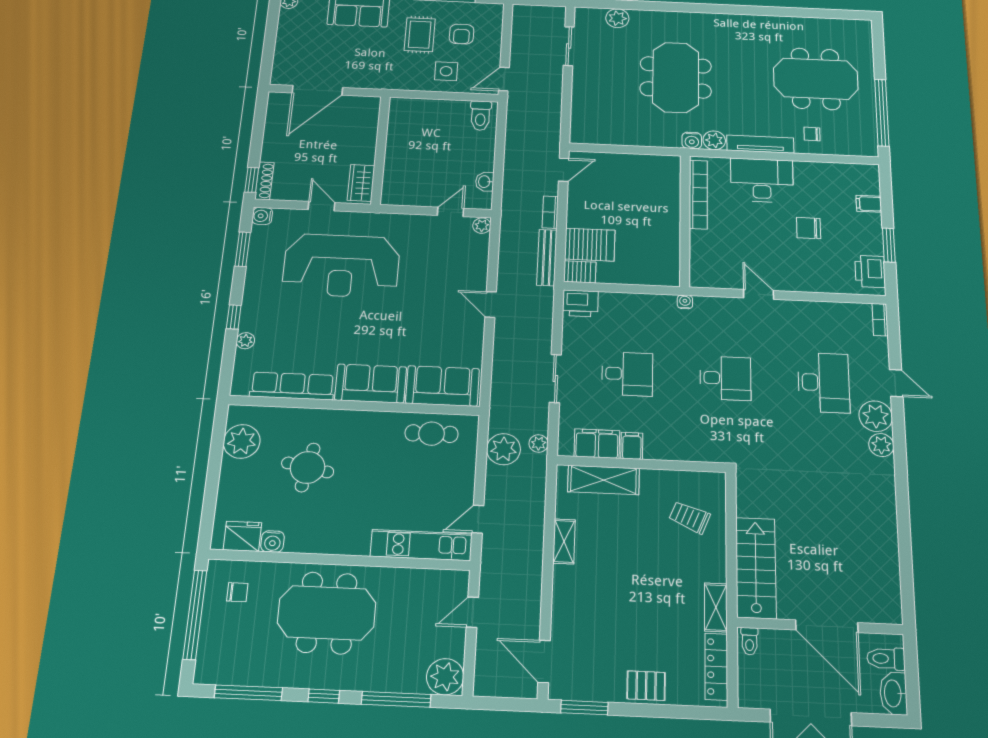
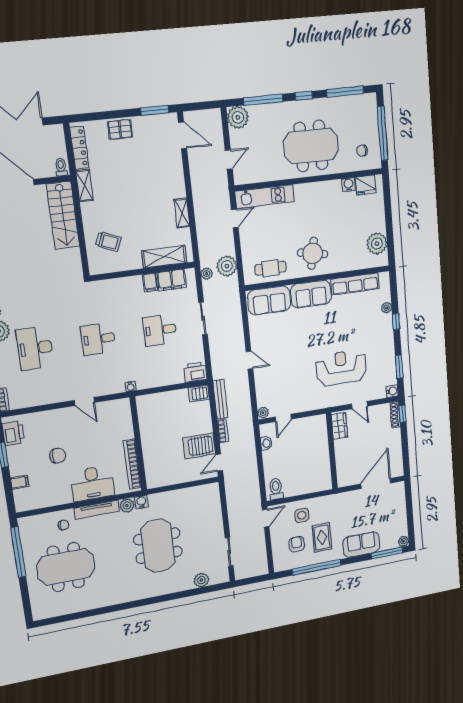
server rack: (590, 245) -> (199, 446), moved
reception desk: (341, 266) -> (341, 368), width x0.74, depth x0.77
round table: (308, 467) -> (313, 253), moved

